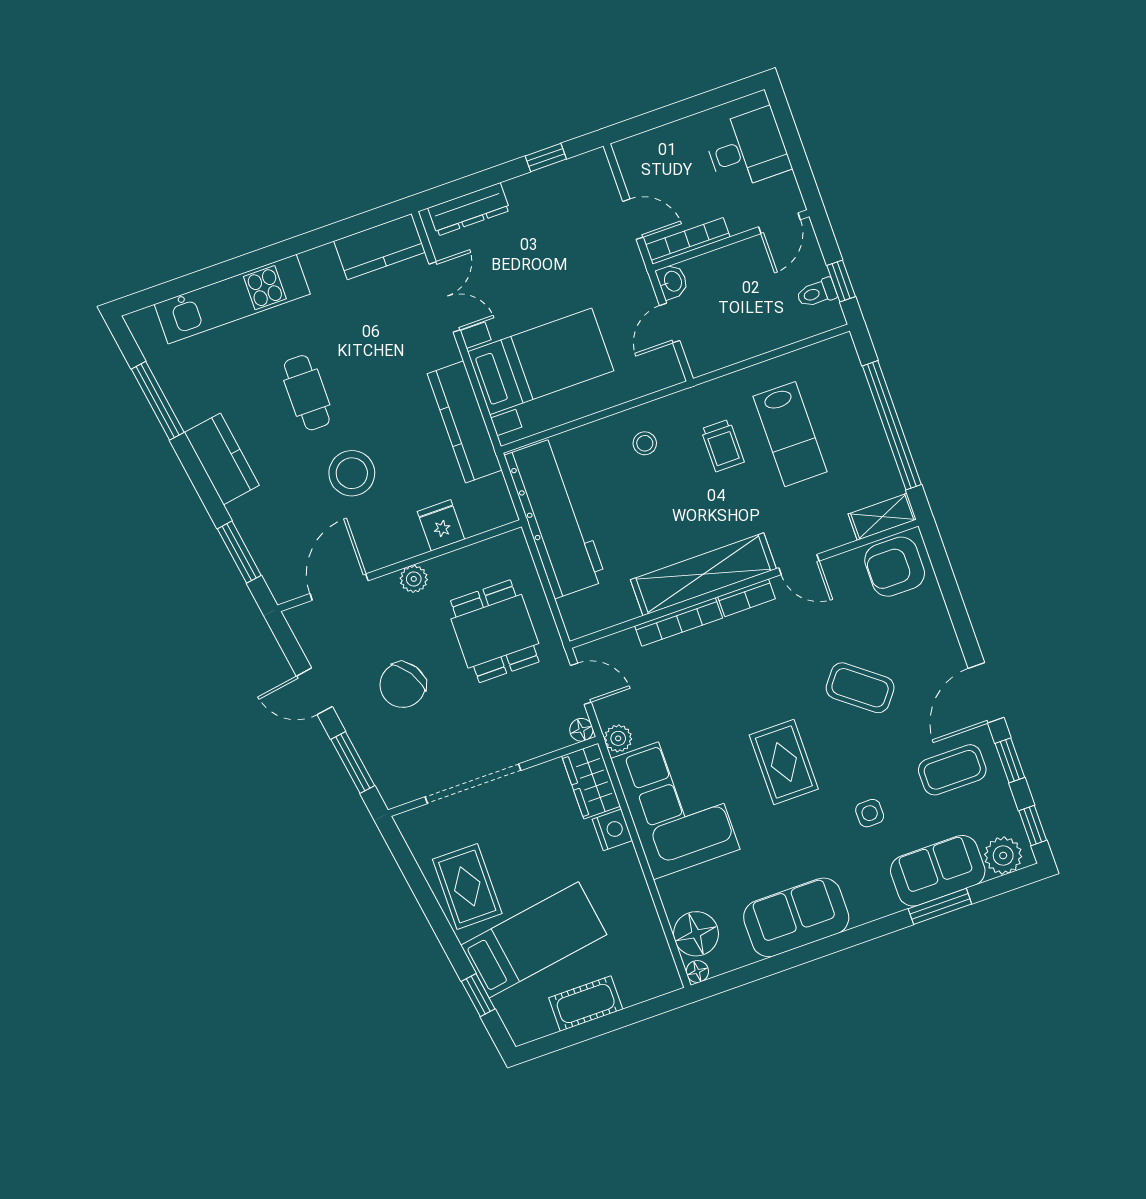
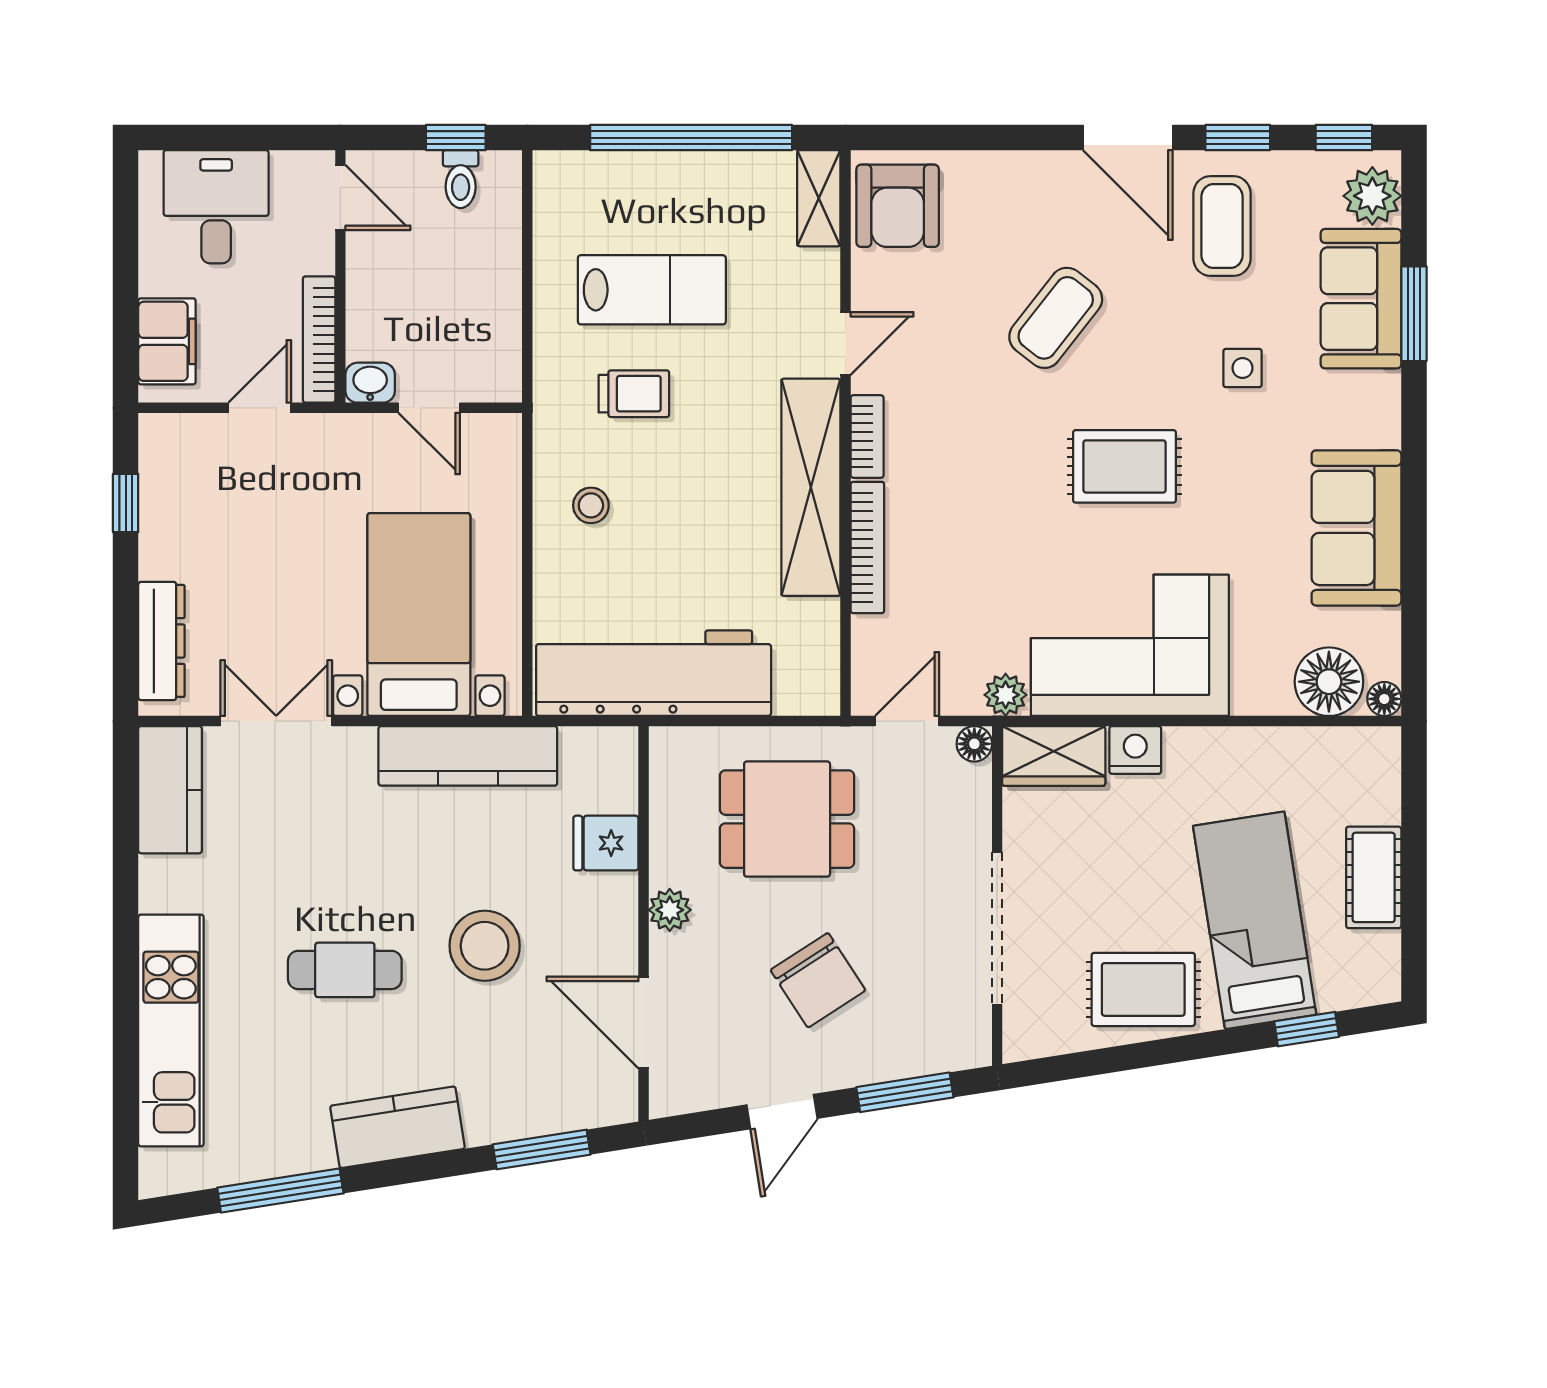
filing cabinet: (654, 148) -> (167, 341), added

